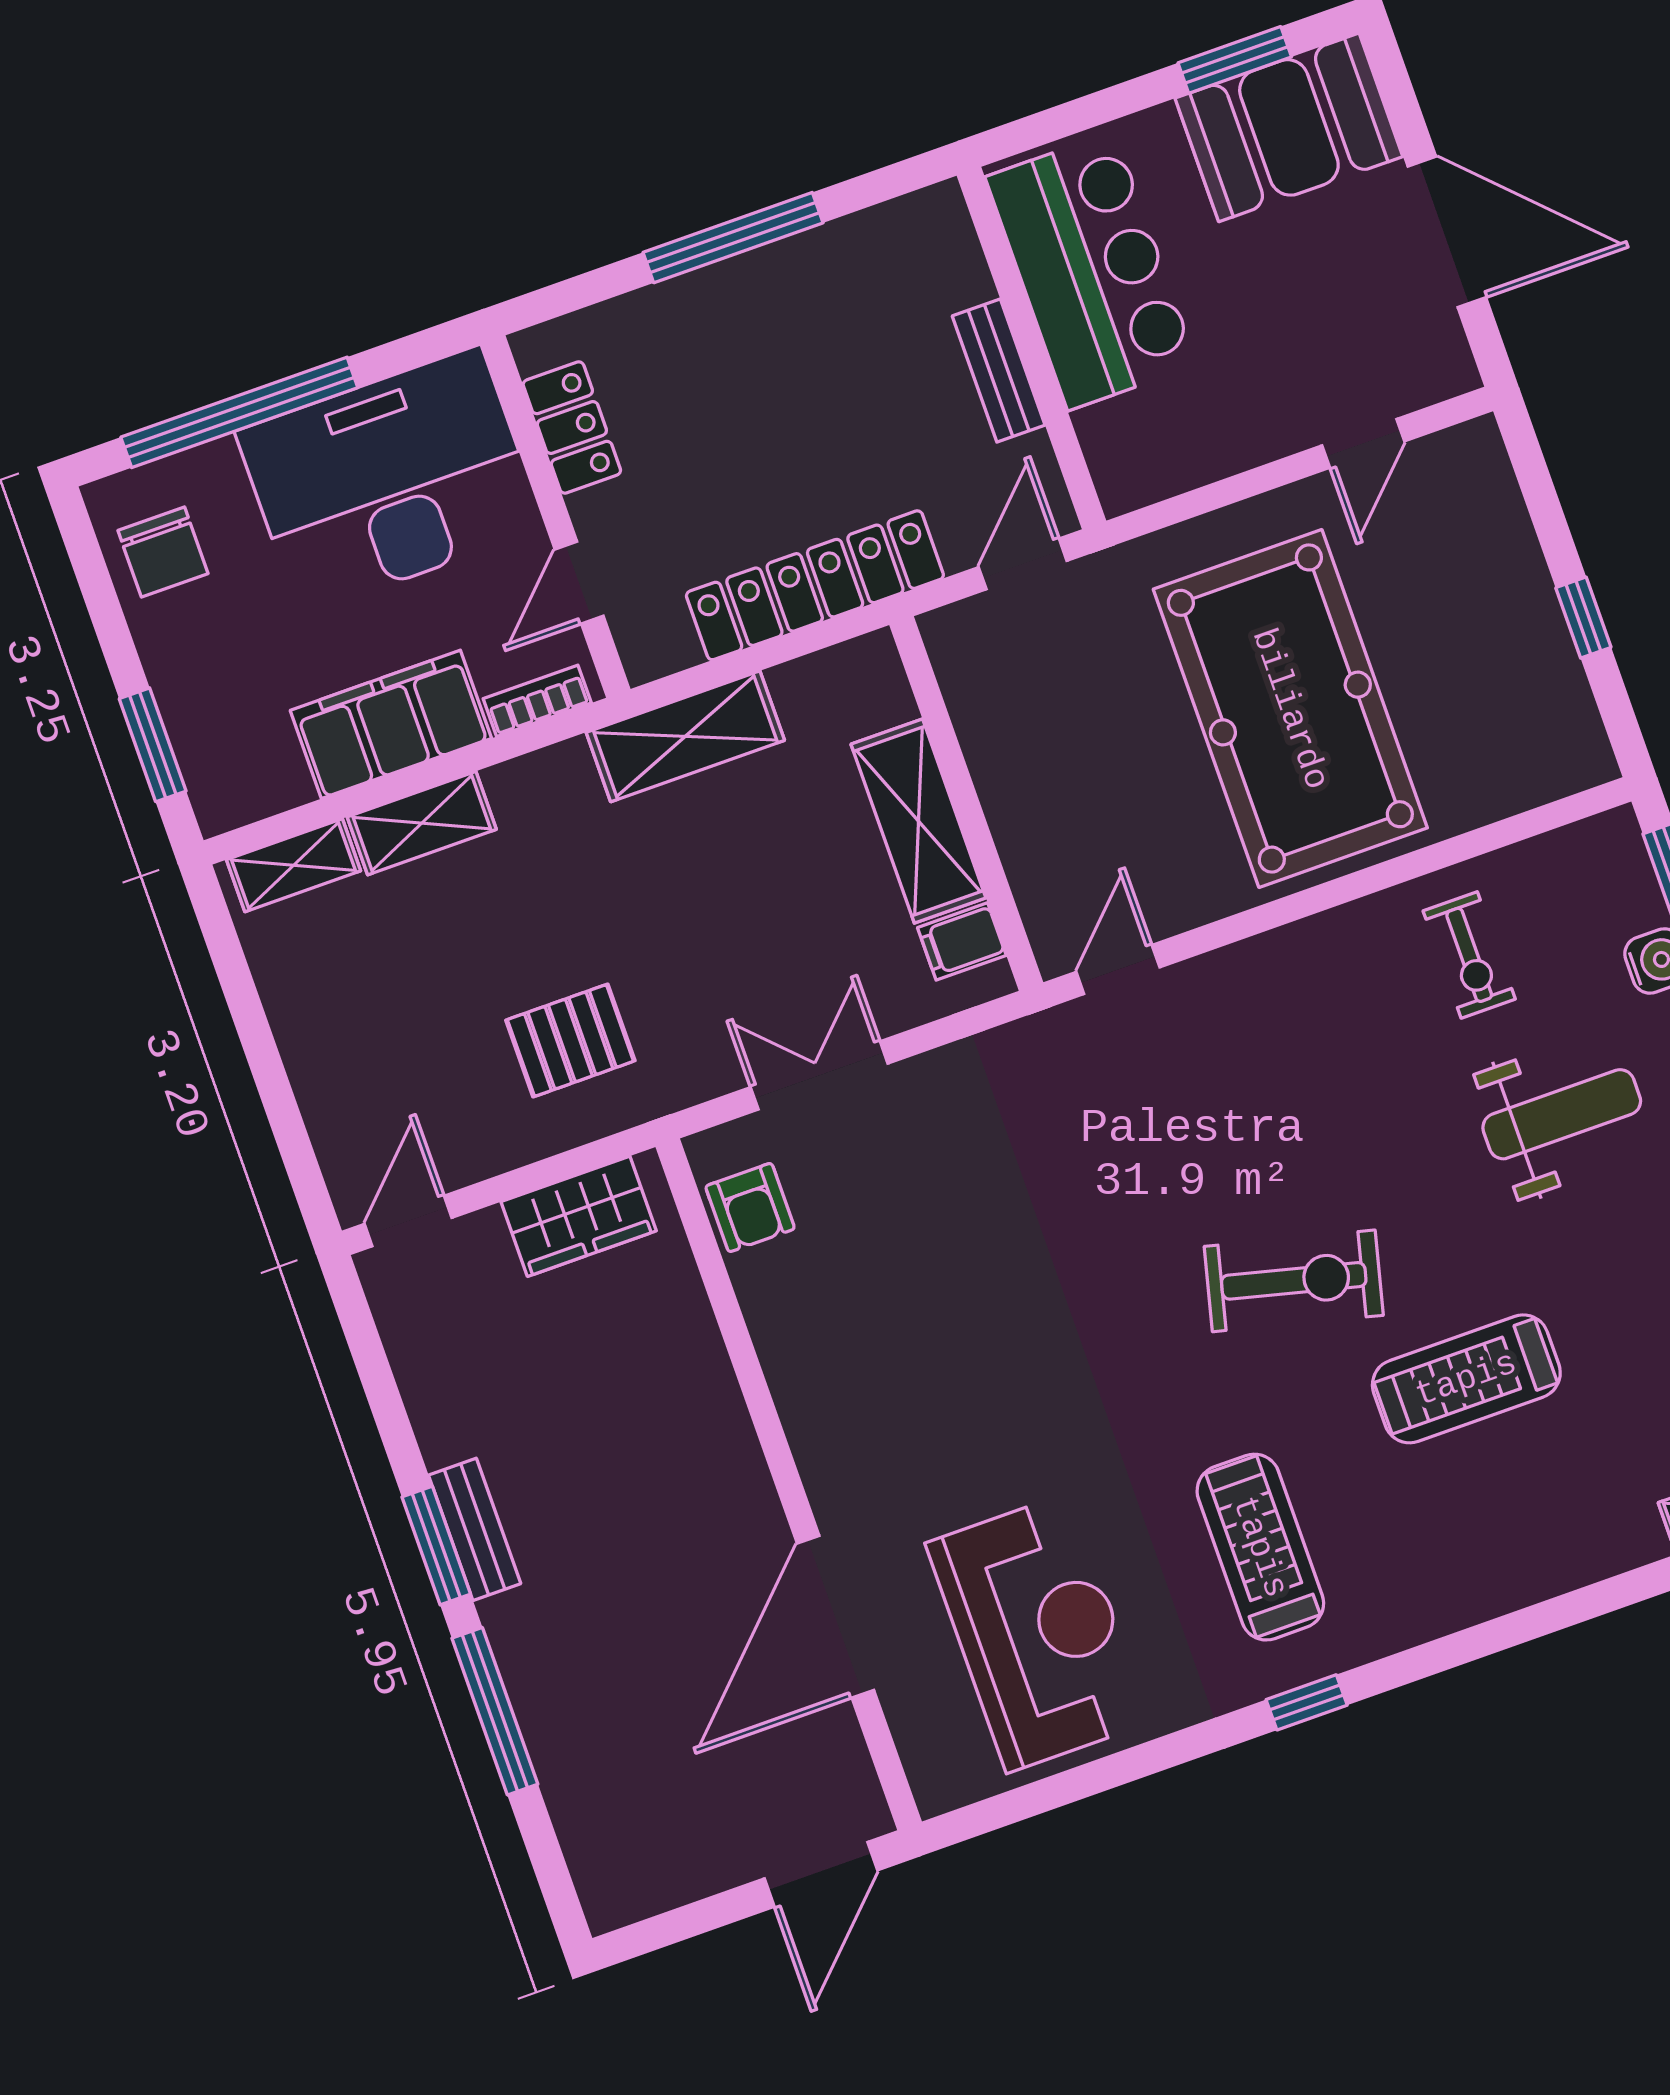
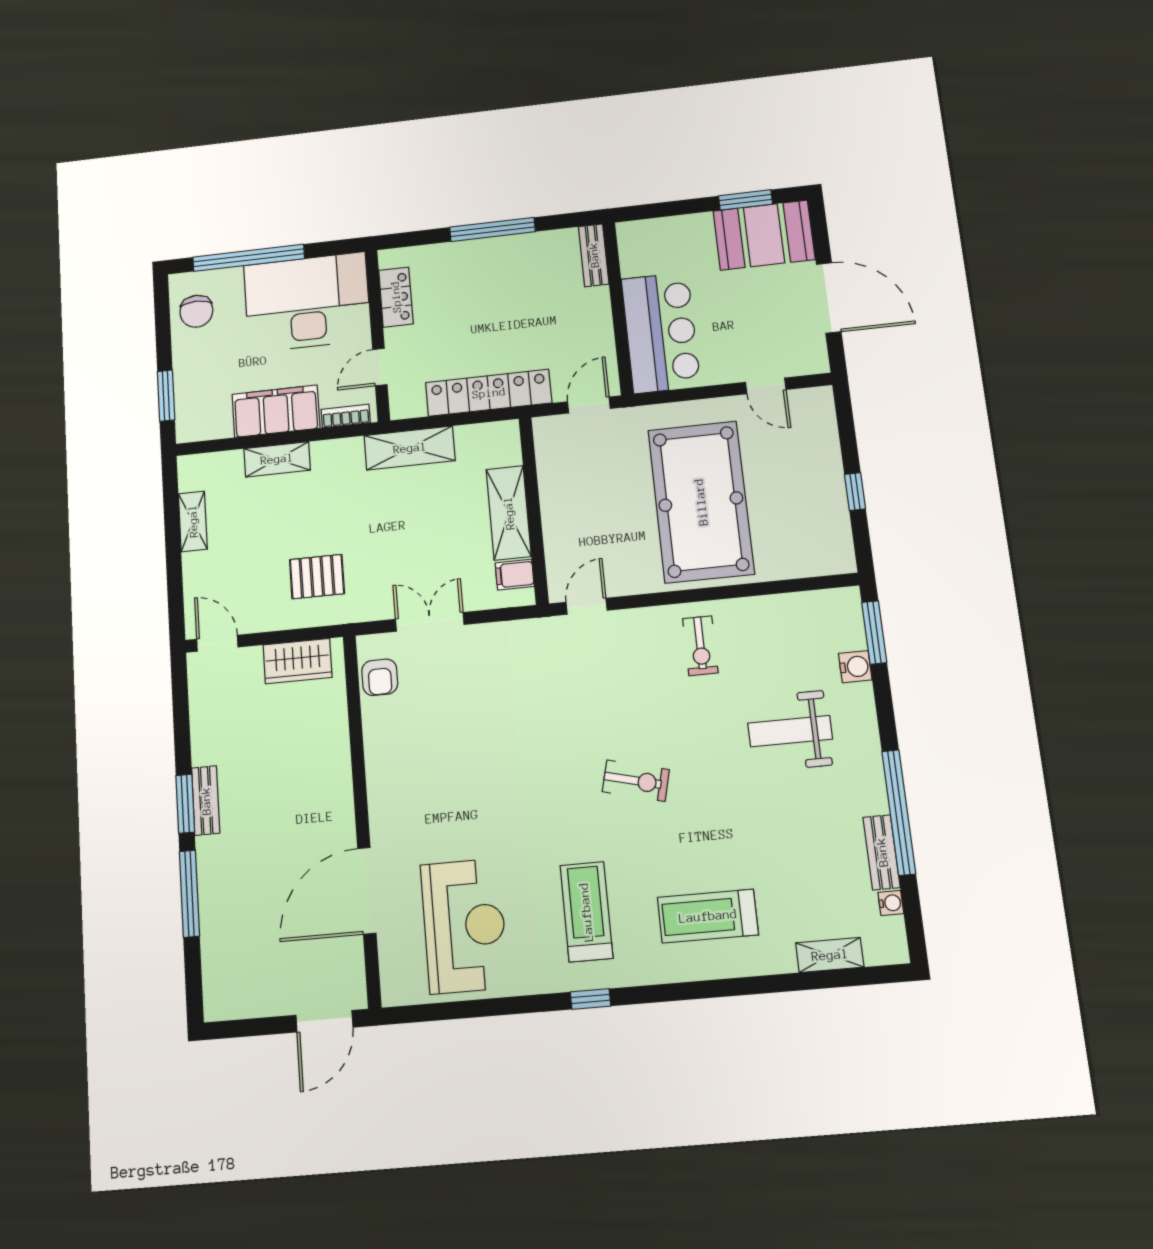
bar counter: (1091, 271) -> (661, 333), moved
bench: (999, 371) -> (594, 255), moved
door: (1363, 443) -> (766, 386), hinge flipped
shelving: (294, 865) -> (193, 521), moved, turned 90
exercise bike: (1469, 955) -> (700, 646), moved
weight bench: (1562, 1114) -> (790, 731), turned 180
door: (408, 1221) -> (217, 643), hinge flipped
exercise bike: (1294, 1281) -> (636, 781), width x0.73, depth x0.72
treadmill: (1466, 1379) -> (708, 916), moved

